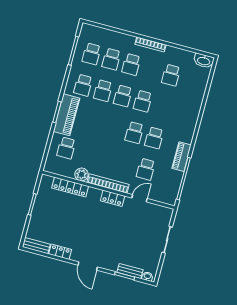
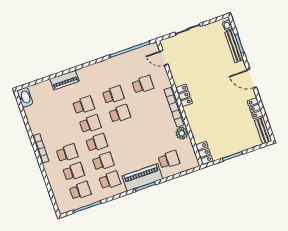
school desk: (171, 75) -> (84, 105), moved
piano: (182, 157) -> (65, 80), moved
locker: (70, 187) -> (204, 153), moved, width x0.66
door: (139, 198) -> (164, 58), moved
door: (88, 266) -> (252, 78), swing flipped
bench: (130, 271) -> (234, 46), width x1.36

